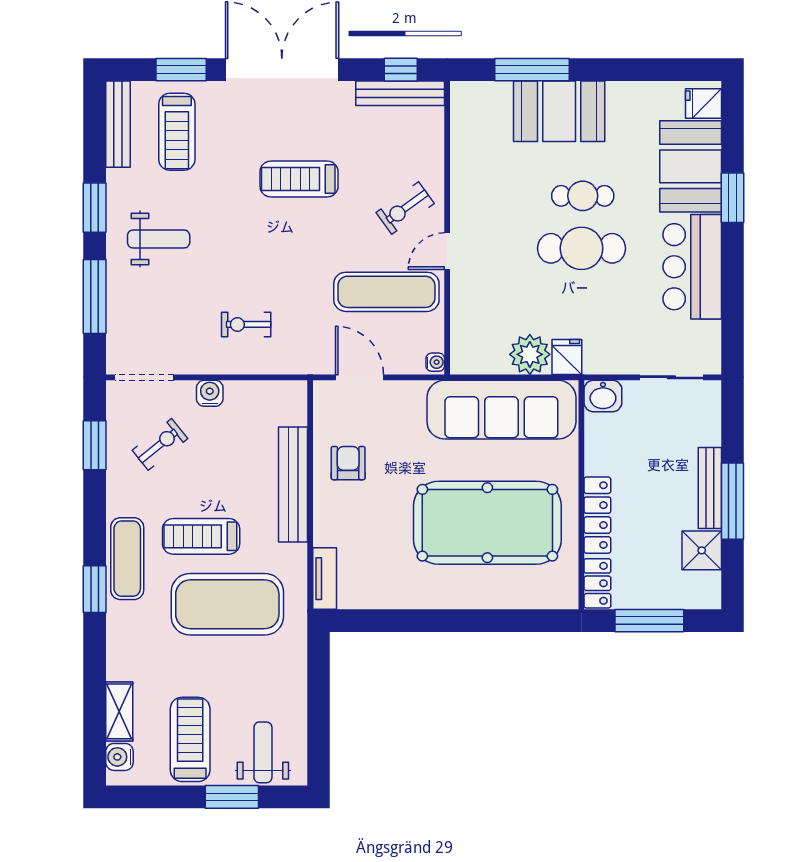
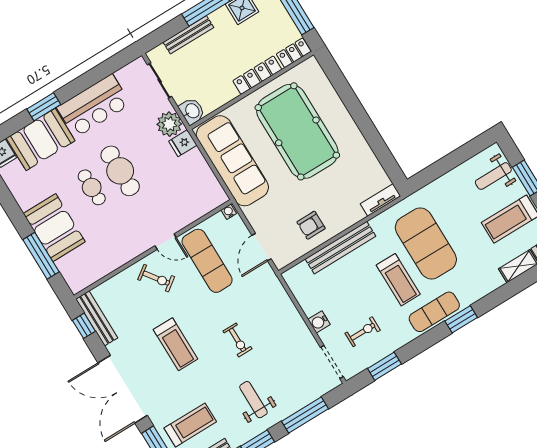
exercise bike: (246, 324) -> (237, 340), moved
plant: (530, 354) -> (169, 124), moved
exercise bike: (160, 444) -> (363, 332), turned 129
bench: (710, 488) -> (188, 35), moved

